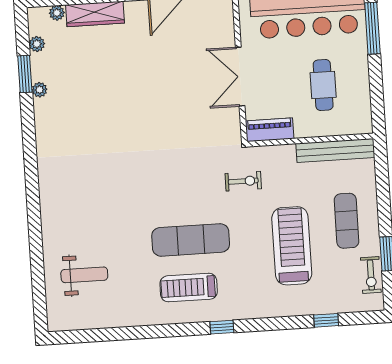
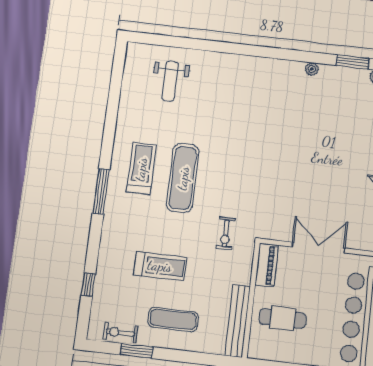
cafe table: (323, 85) -> (283, 318), moved
plant: (40, 90) -> (312, 69), moved
treadmill: (292, 246) -> (160, 266), width x0.73, depth x0.73
window: (222, 327) -> (101, 191), width x2.17

